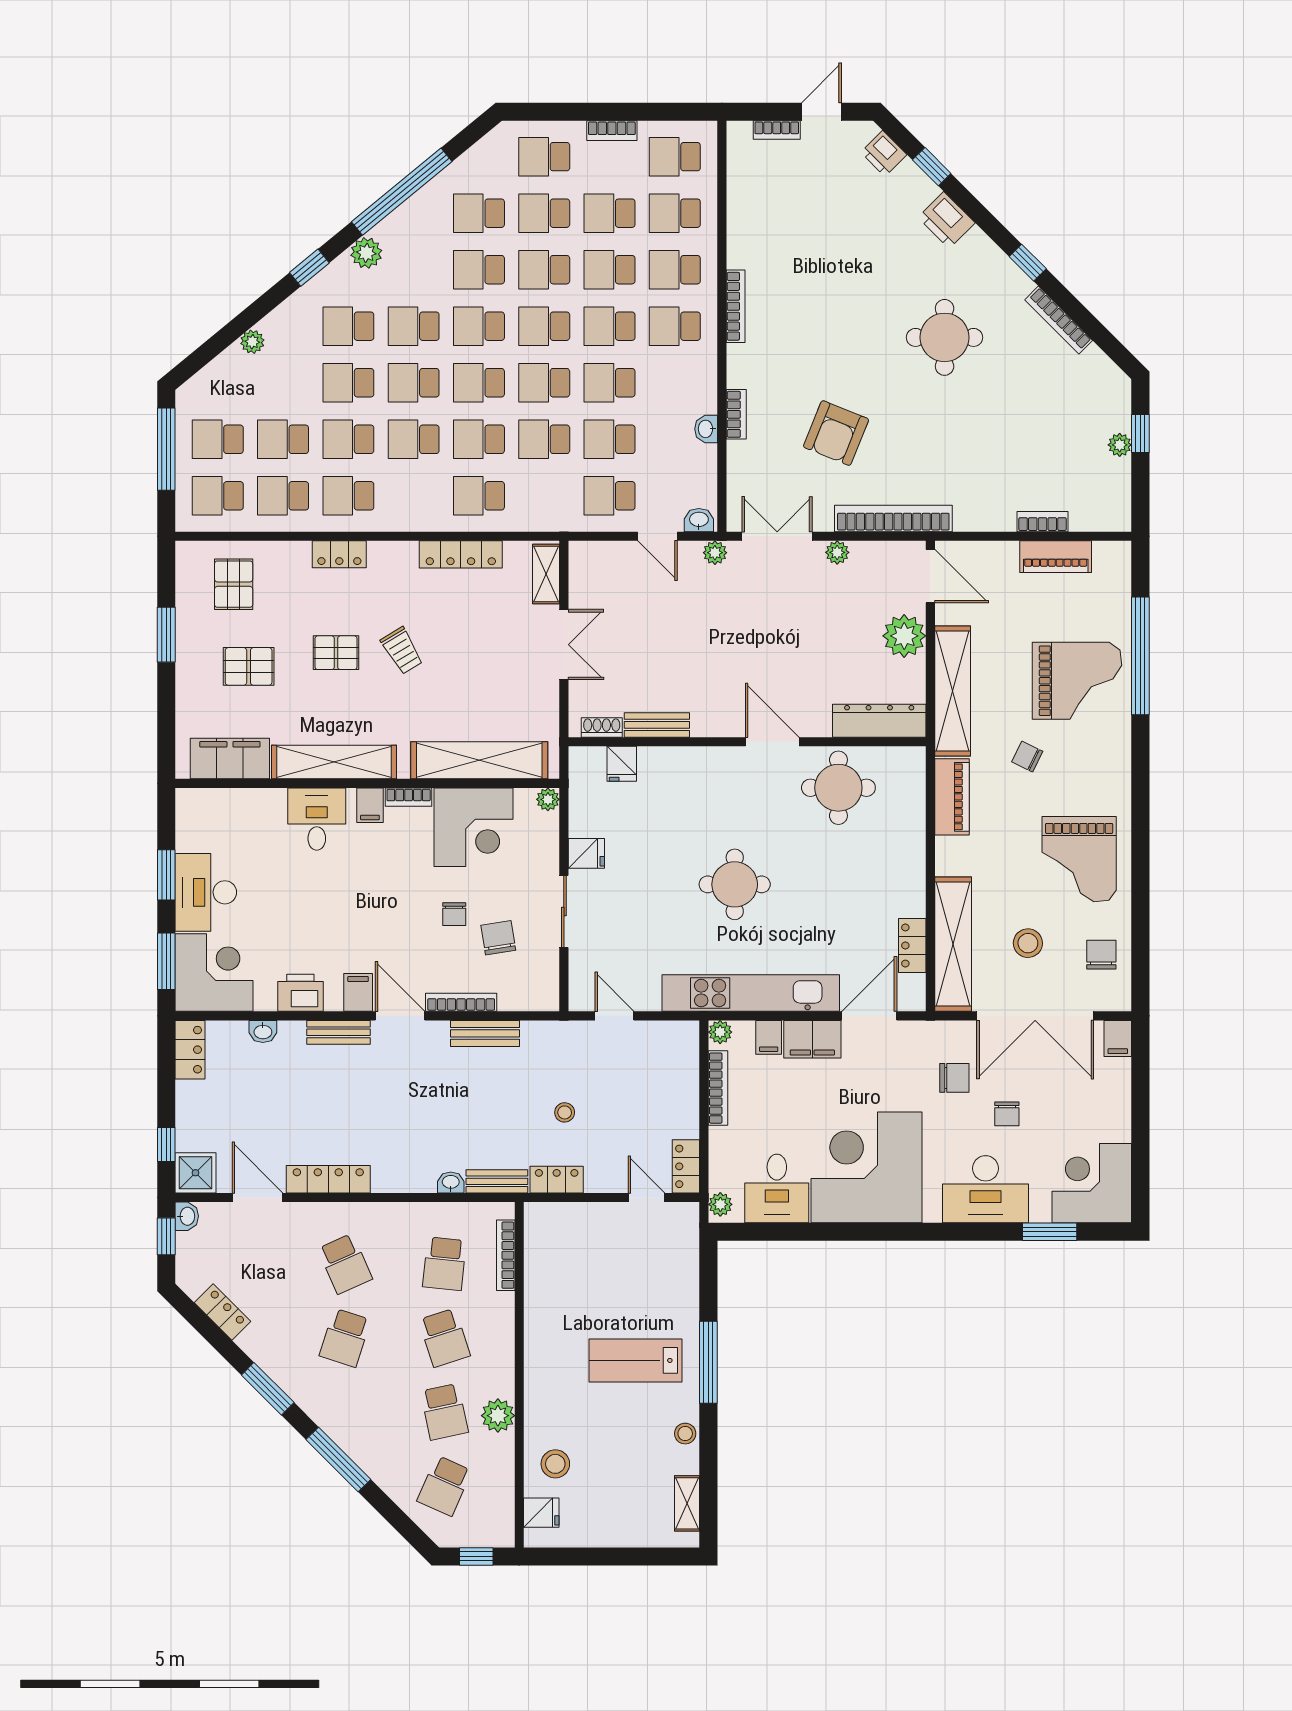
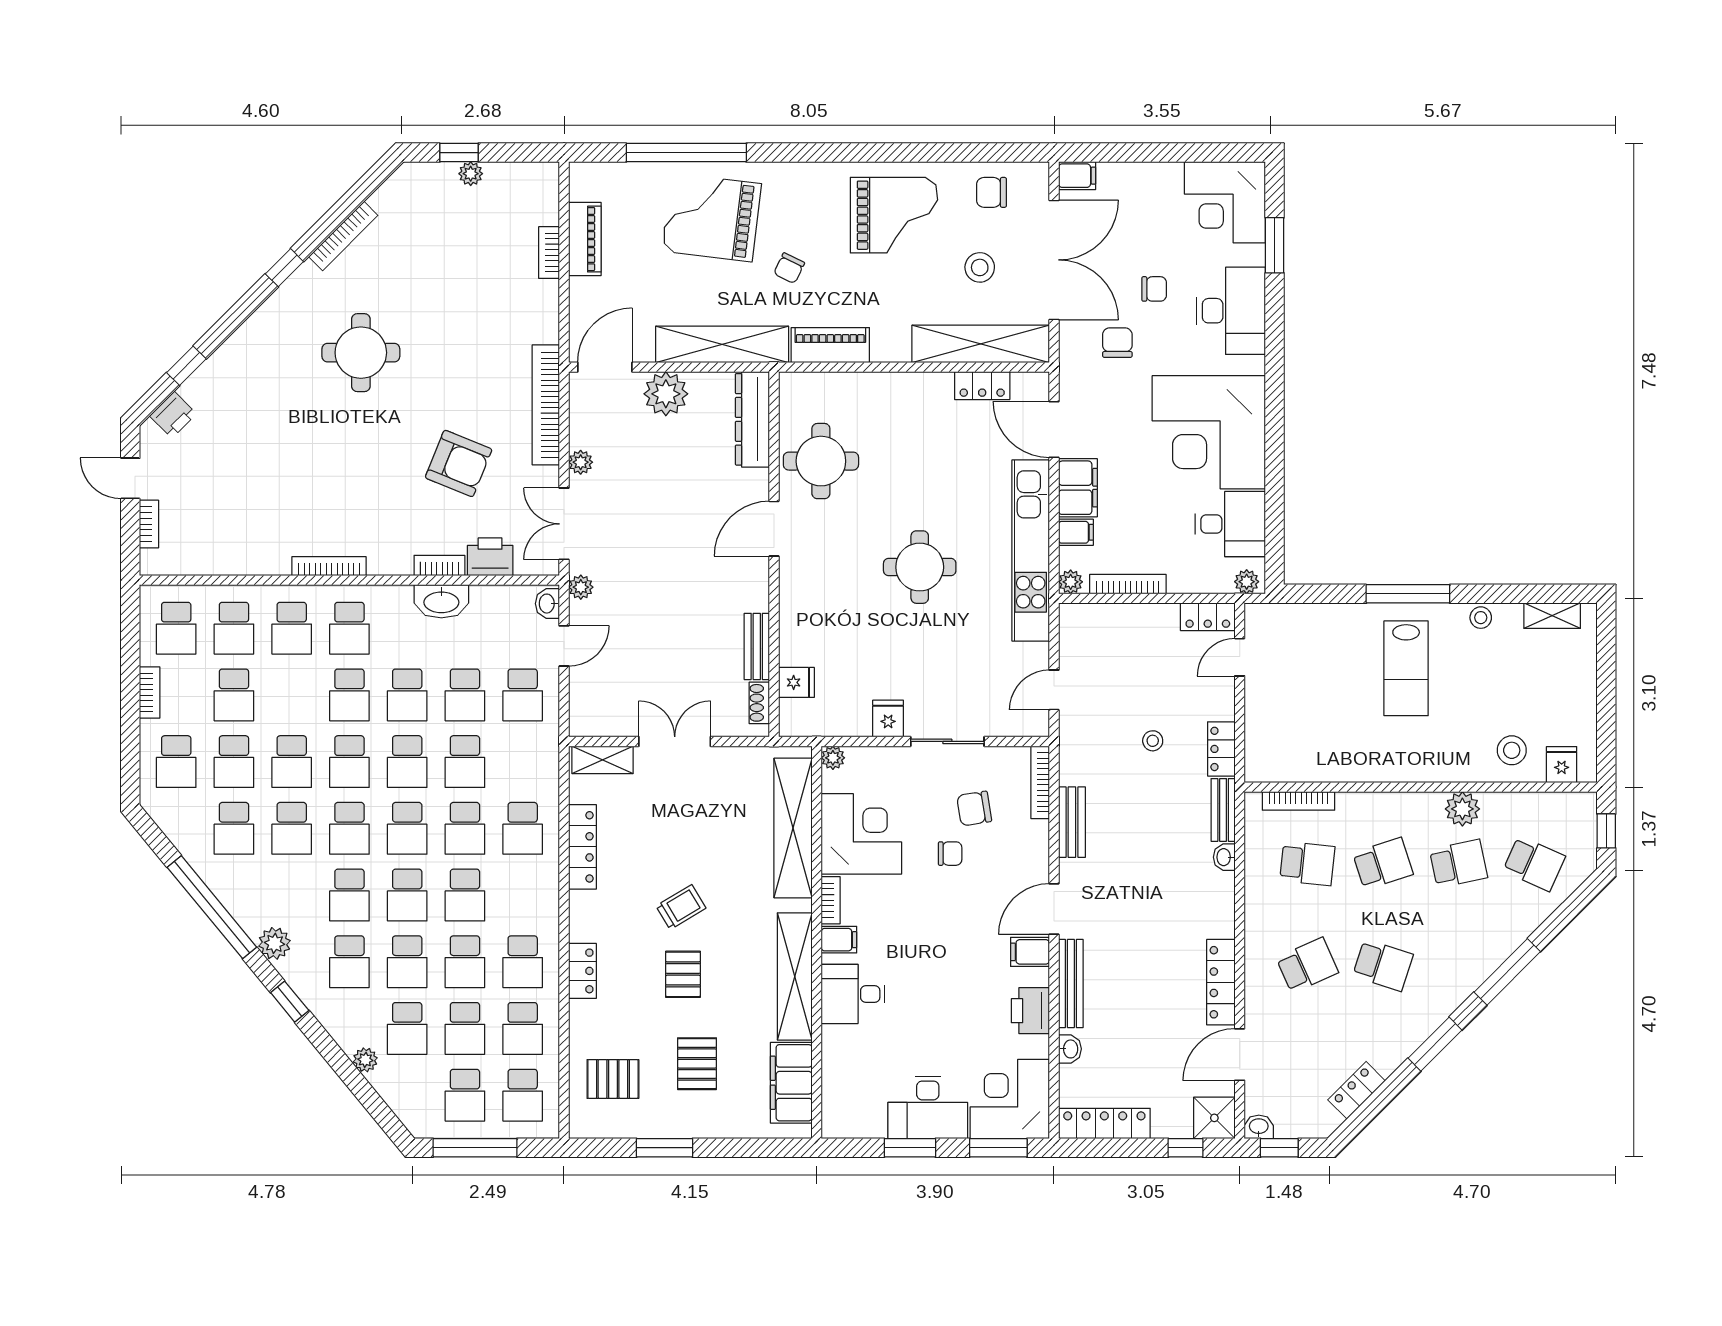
printer: (946, 220) -> (490, 557), moved, turned -135
school desk: (610, 270) -> (407, 1028), moved
washbasin: (706, 429) -> (441, 601), width x1.91, depth x1.45
grand piano: (1077, 681) -> (712, 217), turned -83
bookcase: (461, 1002) -> (1040, 782), moved
bench: (339, 1032) -> (1071, 983), width x1.36
locker: (190, 1050) -> (1104, 1123), width x1.53

